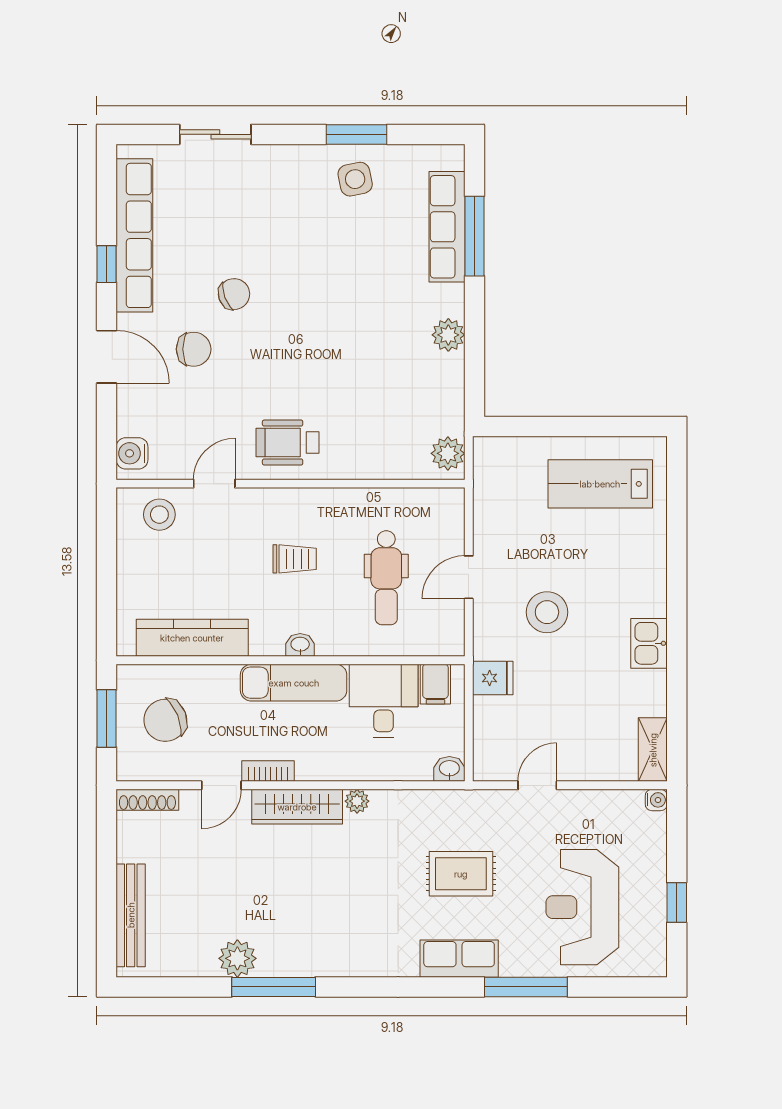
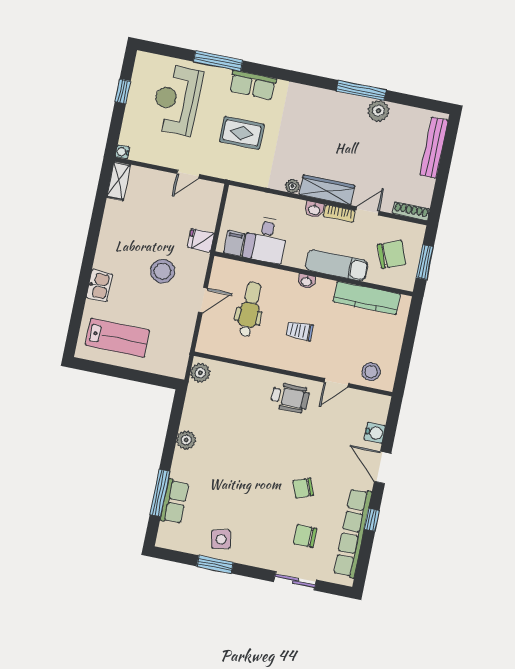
row of seats: (447, 227) -> (174, 501), width x0.68
chair: (194, 349) -> (305, 536), moved
water cooler: (132, 453) -> (375, 433), moved
kitchen sink: (649, 643) -> (99, 286), moved
exam couch: (294, 683) -> (337, 265), moved
washbasin: (449, 769) -> (314, 210), moved
reception desk: (582, 907) -> (177, 100), turned 180

